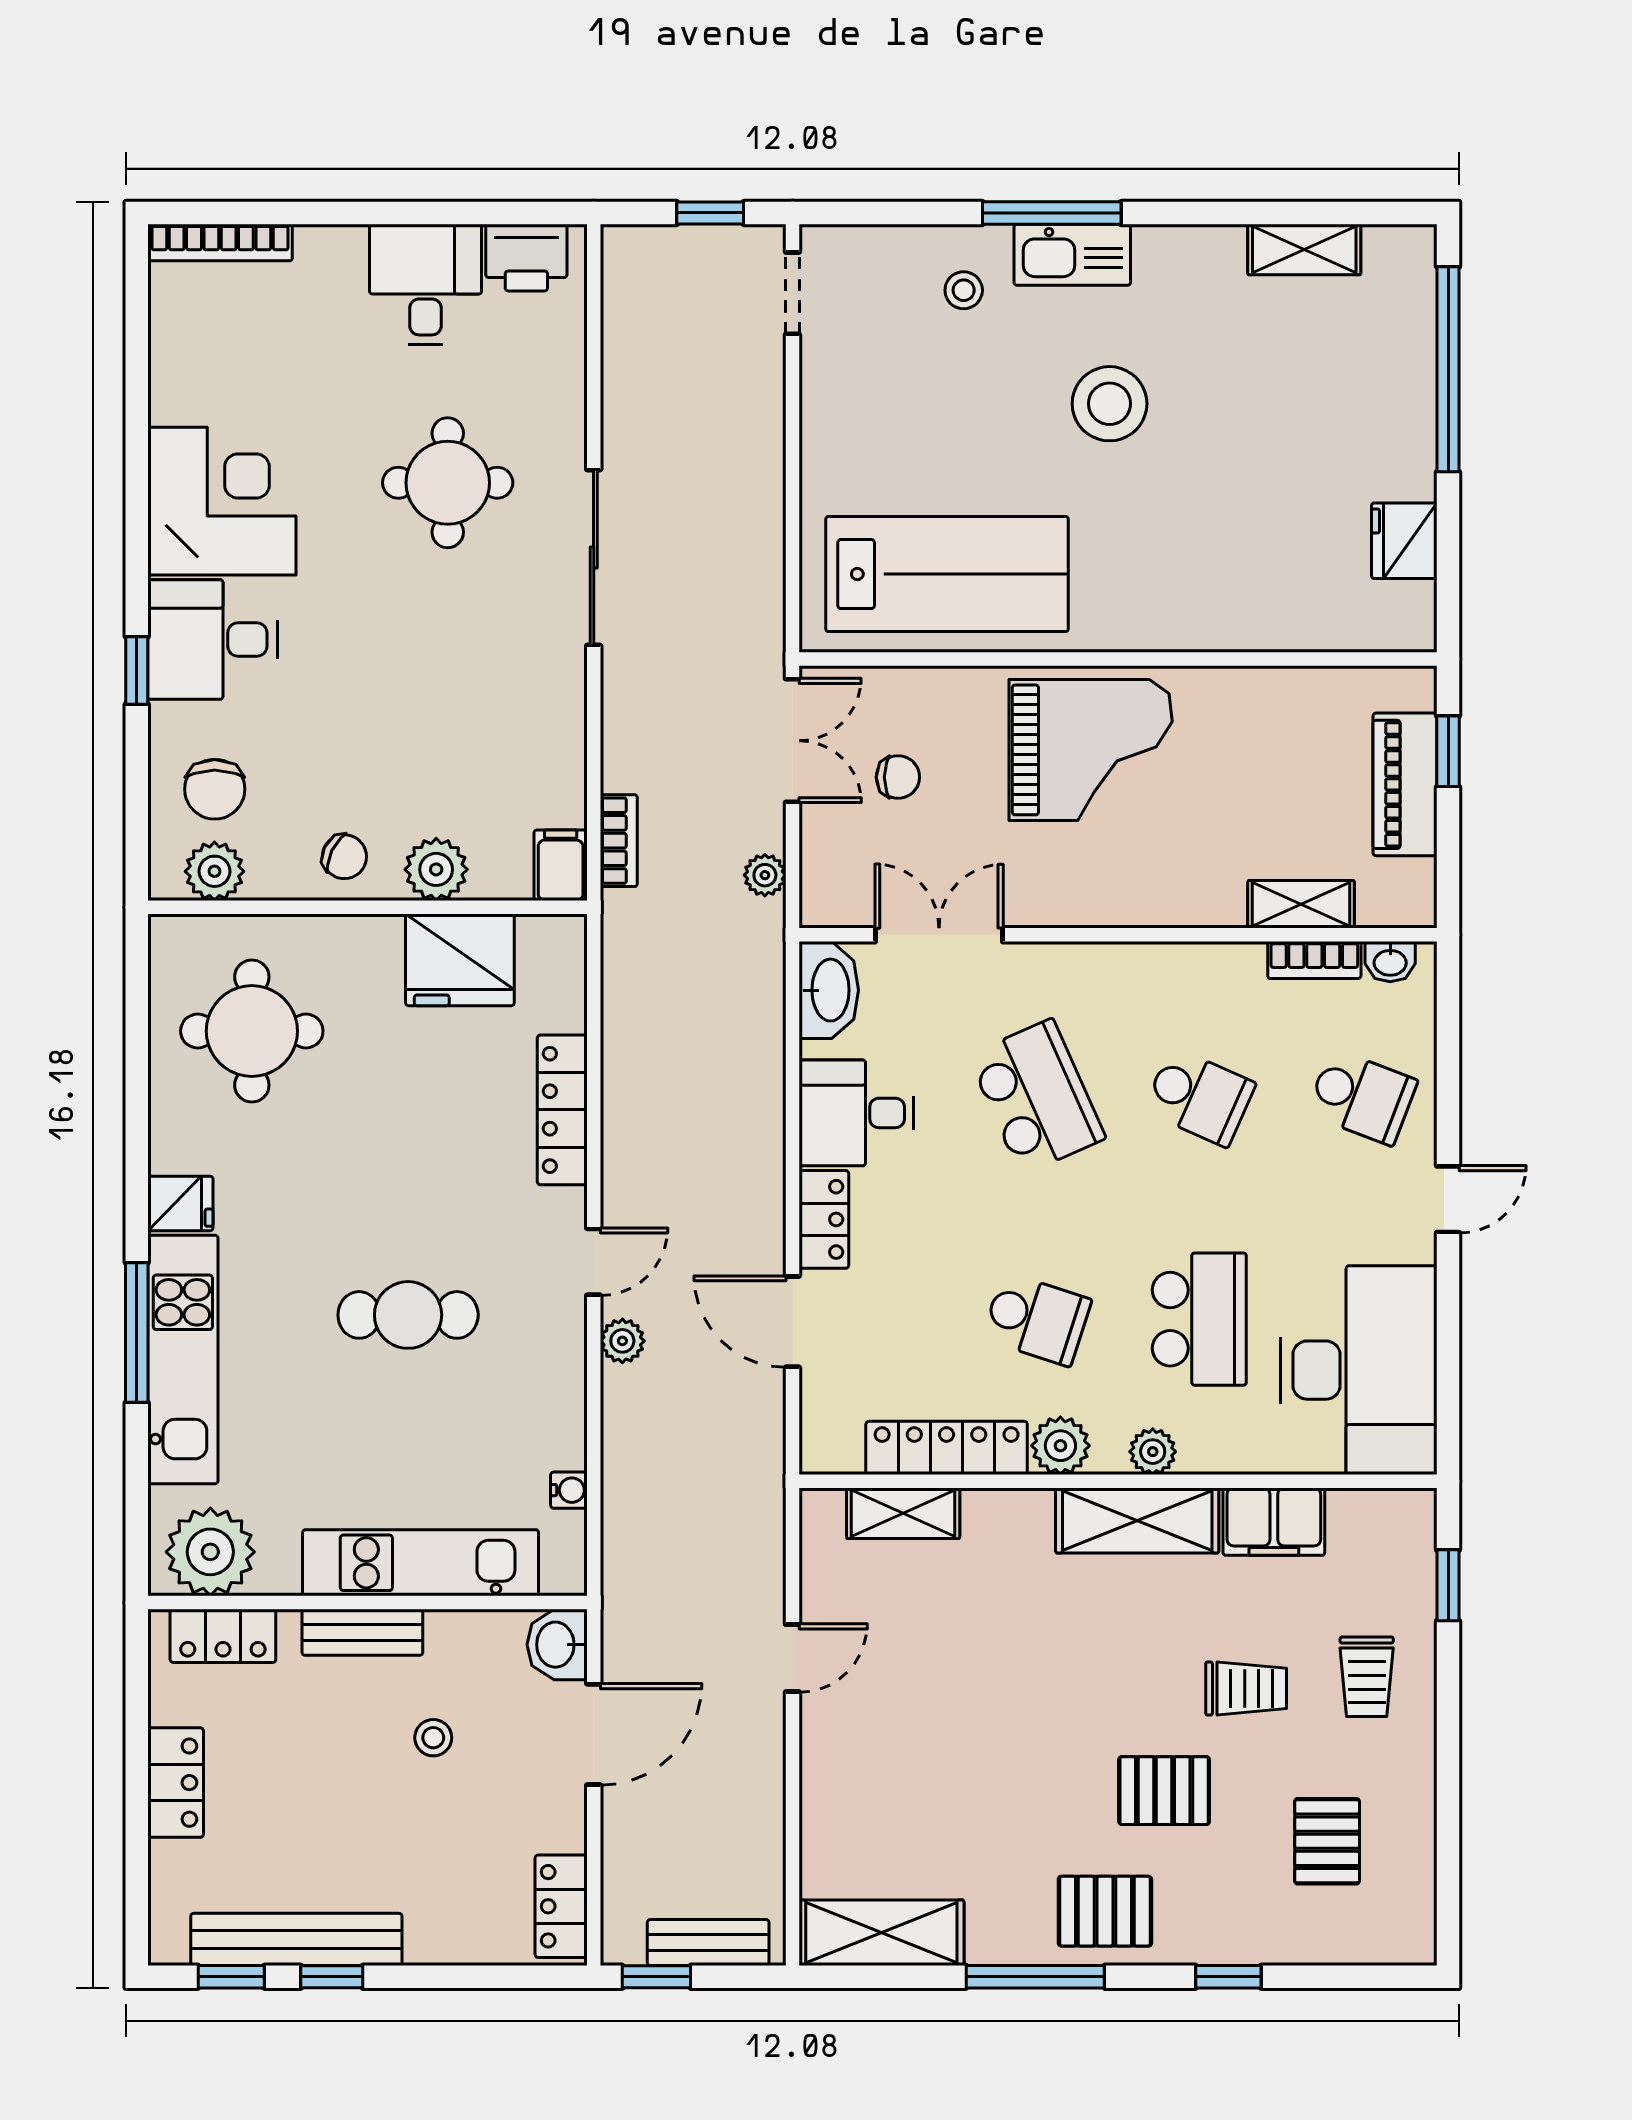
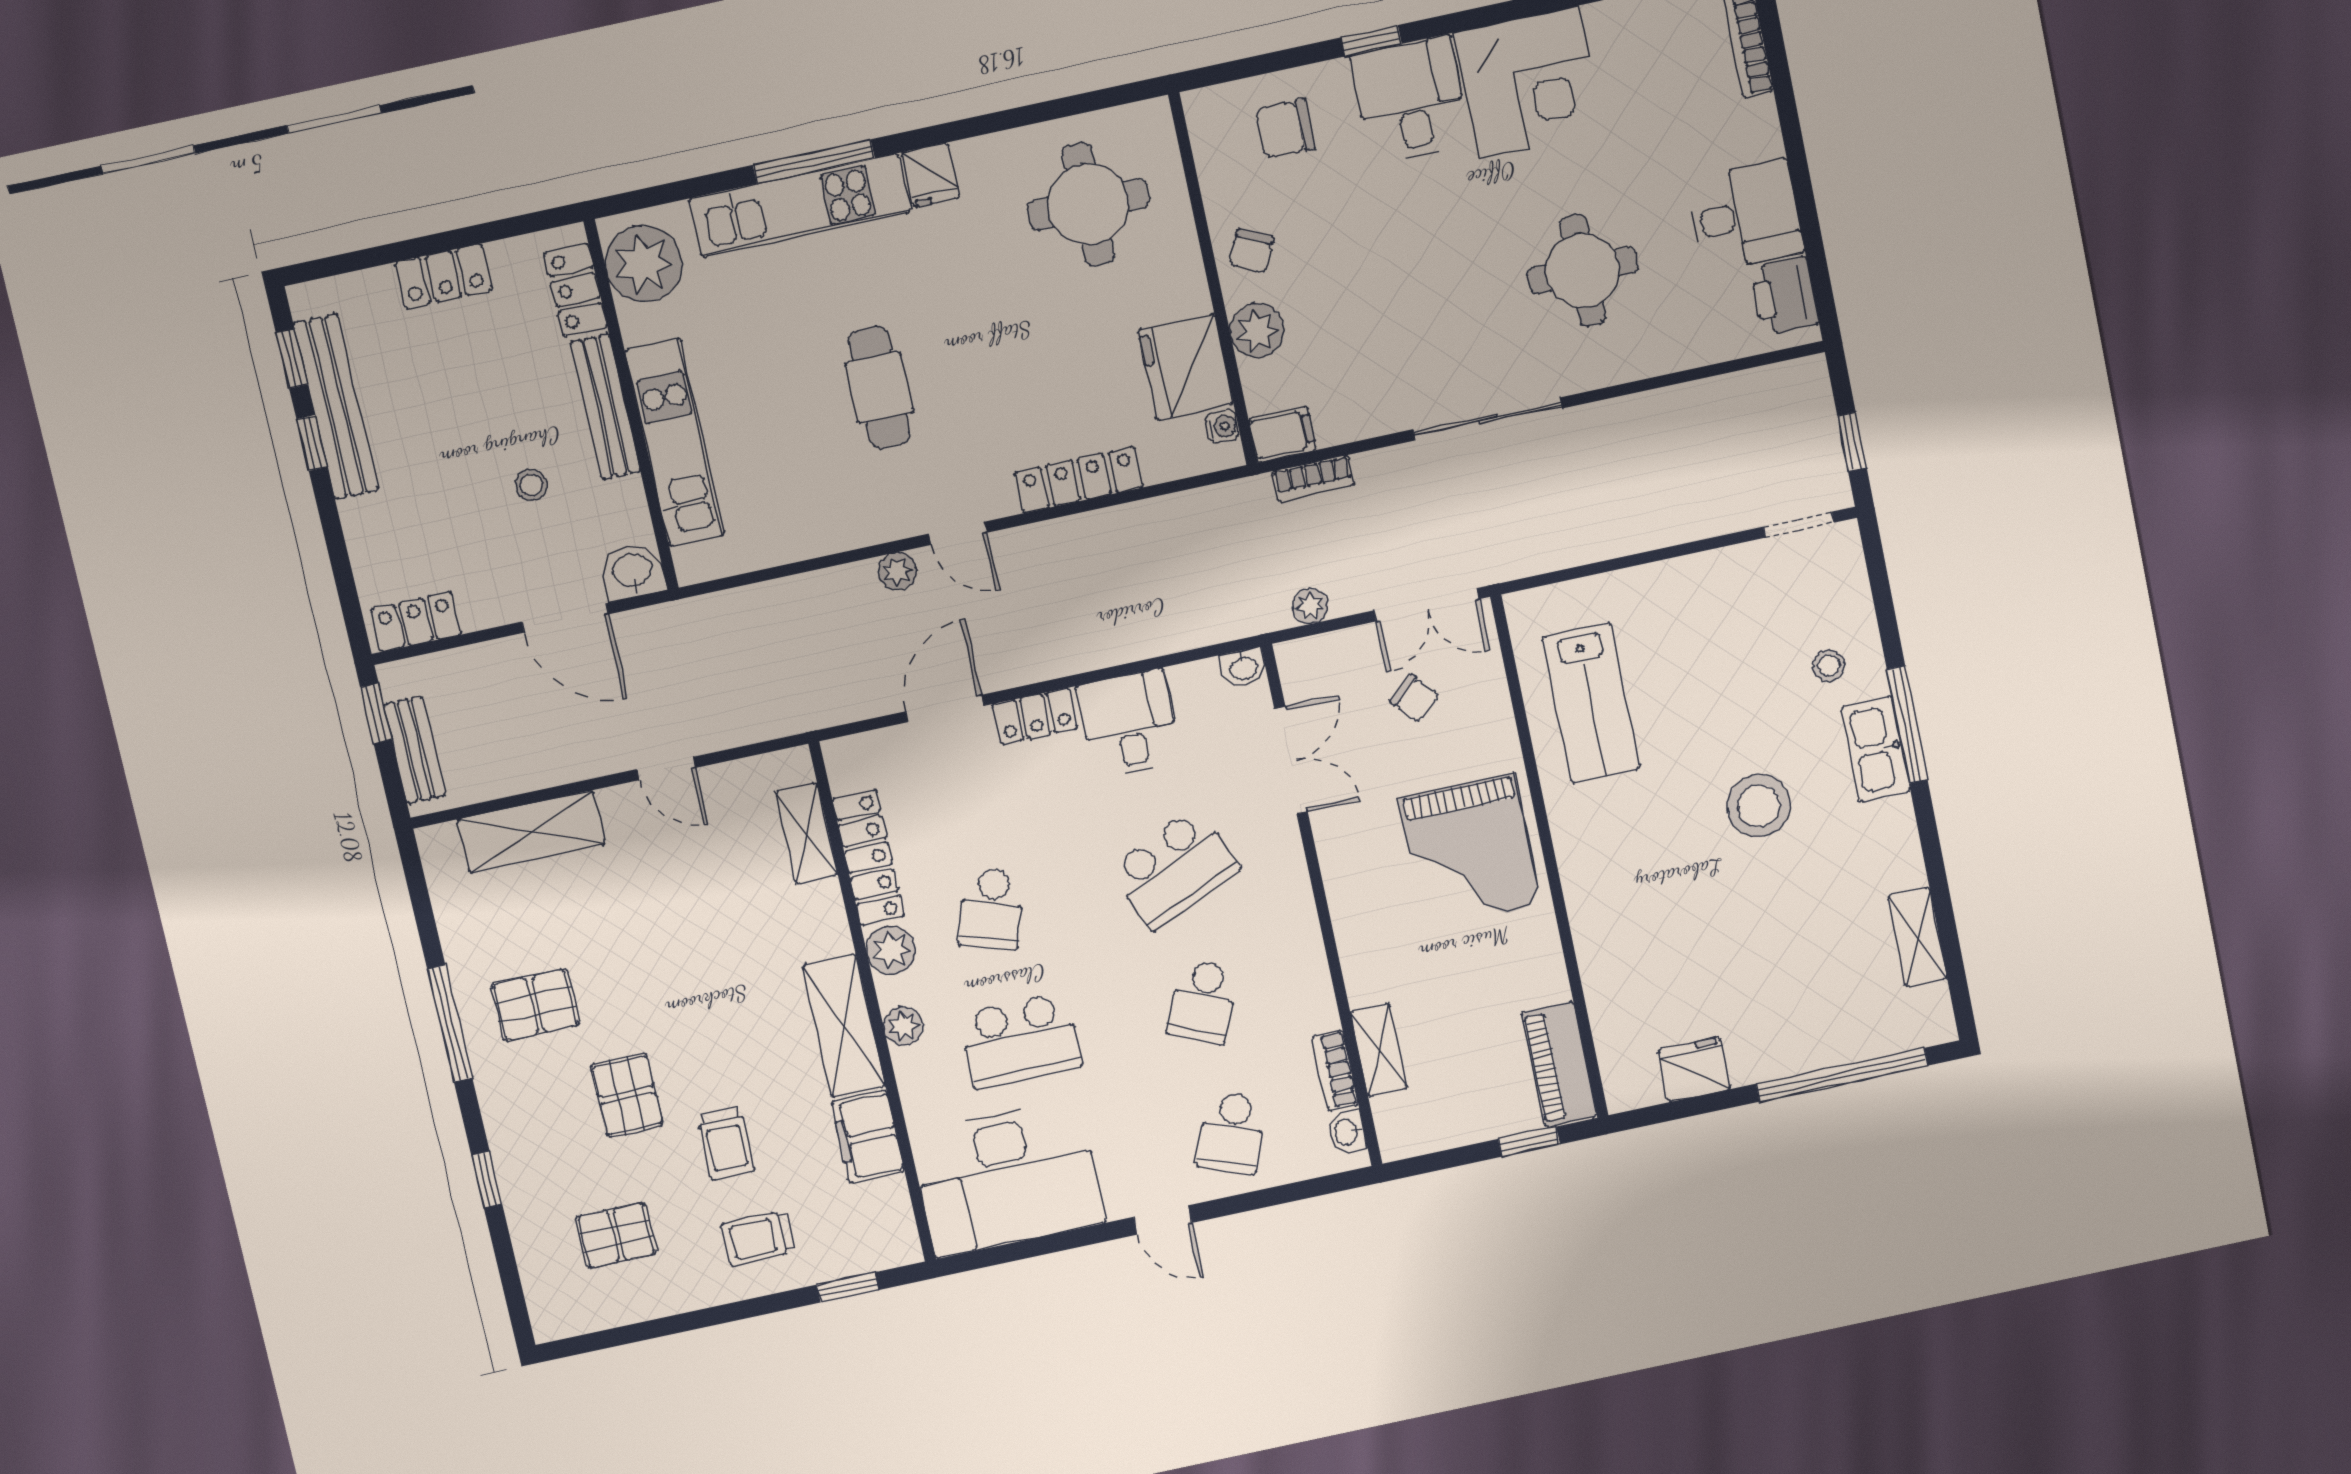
sliding door: (594, 558) -> (1488, 419), moved
lab bench: (947, 574) -> (1591, 703), width x0.73, depth x0.72
chair: (898, 777) -> (1415, 698), turned -41
piano: (1405, 784) -> (1559, 1064), moved, turned -90
plant: (214, 871) -> (1216, 144), removed
washbasin: (829, 990) -> (1244, 668), width x0.52, depth x0.69
water cooler: (569, 1490) -> (1222, 426), moved, turned -90
bench: (362, 1632) -> (606, 407), width x1.36
pallet: (1105, 1911) -> (535, 1005), moved, turned 90
shelving: (881, 1933) -> (531, 832), moved, turned 90

